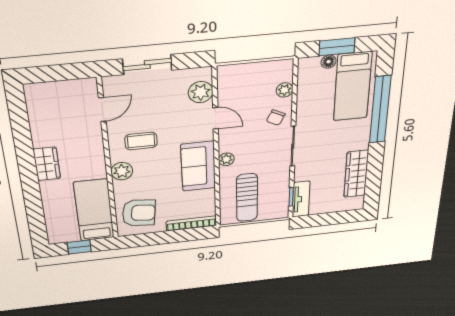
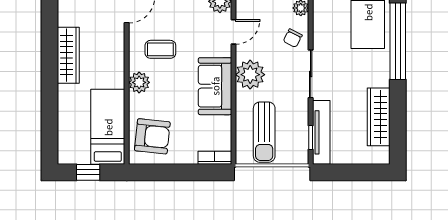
door: (216, 118) -> (233, 32), hinge flipped
plant: (226, 159) -> (250, 75), width x1.88, depth x1.88
wardrobe: (47, 164) -> (68, 55), width x1.50
tv unit: (301, 199) -> (321, 132), width x1.41
bookcase: (191, 223) -> (215, 158), width x0.64

